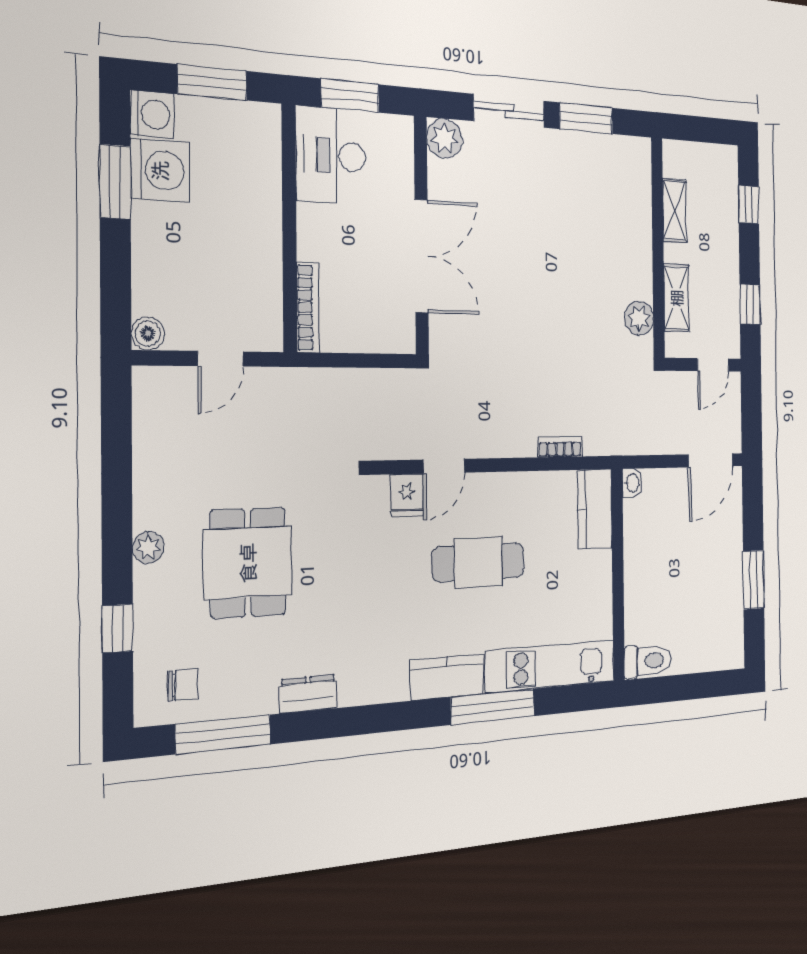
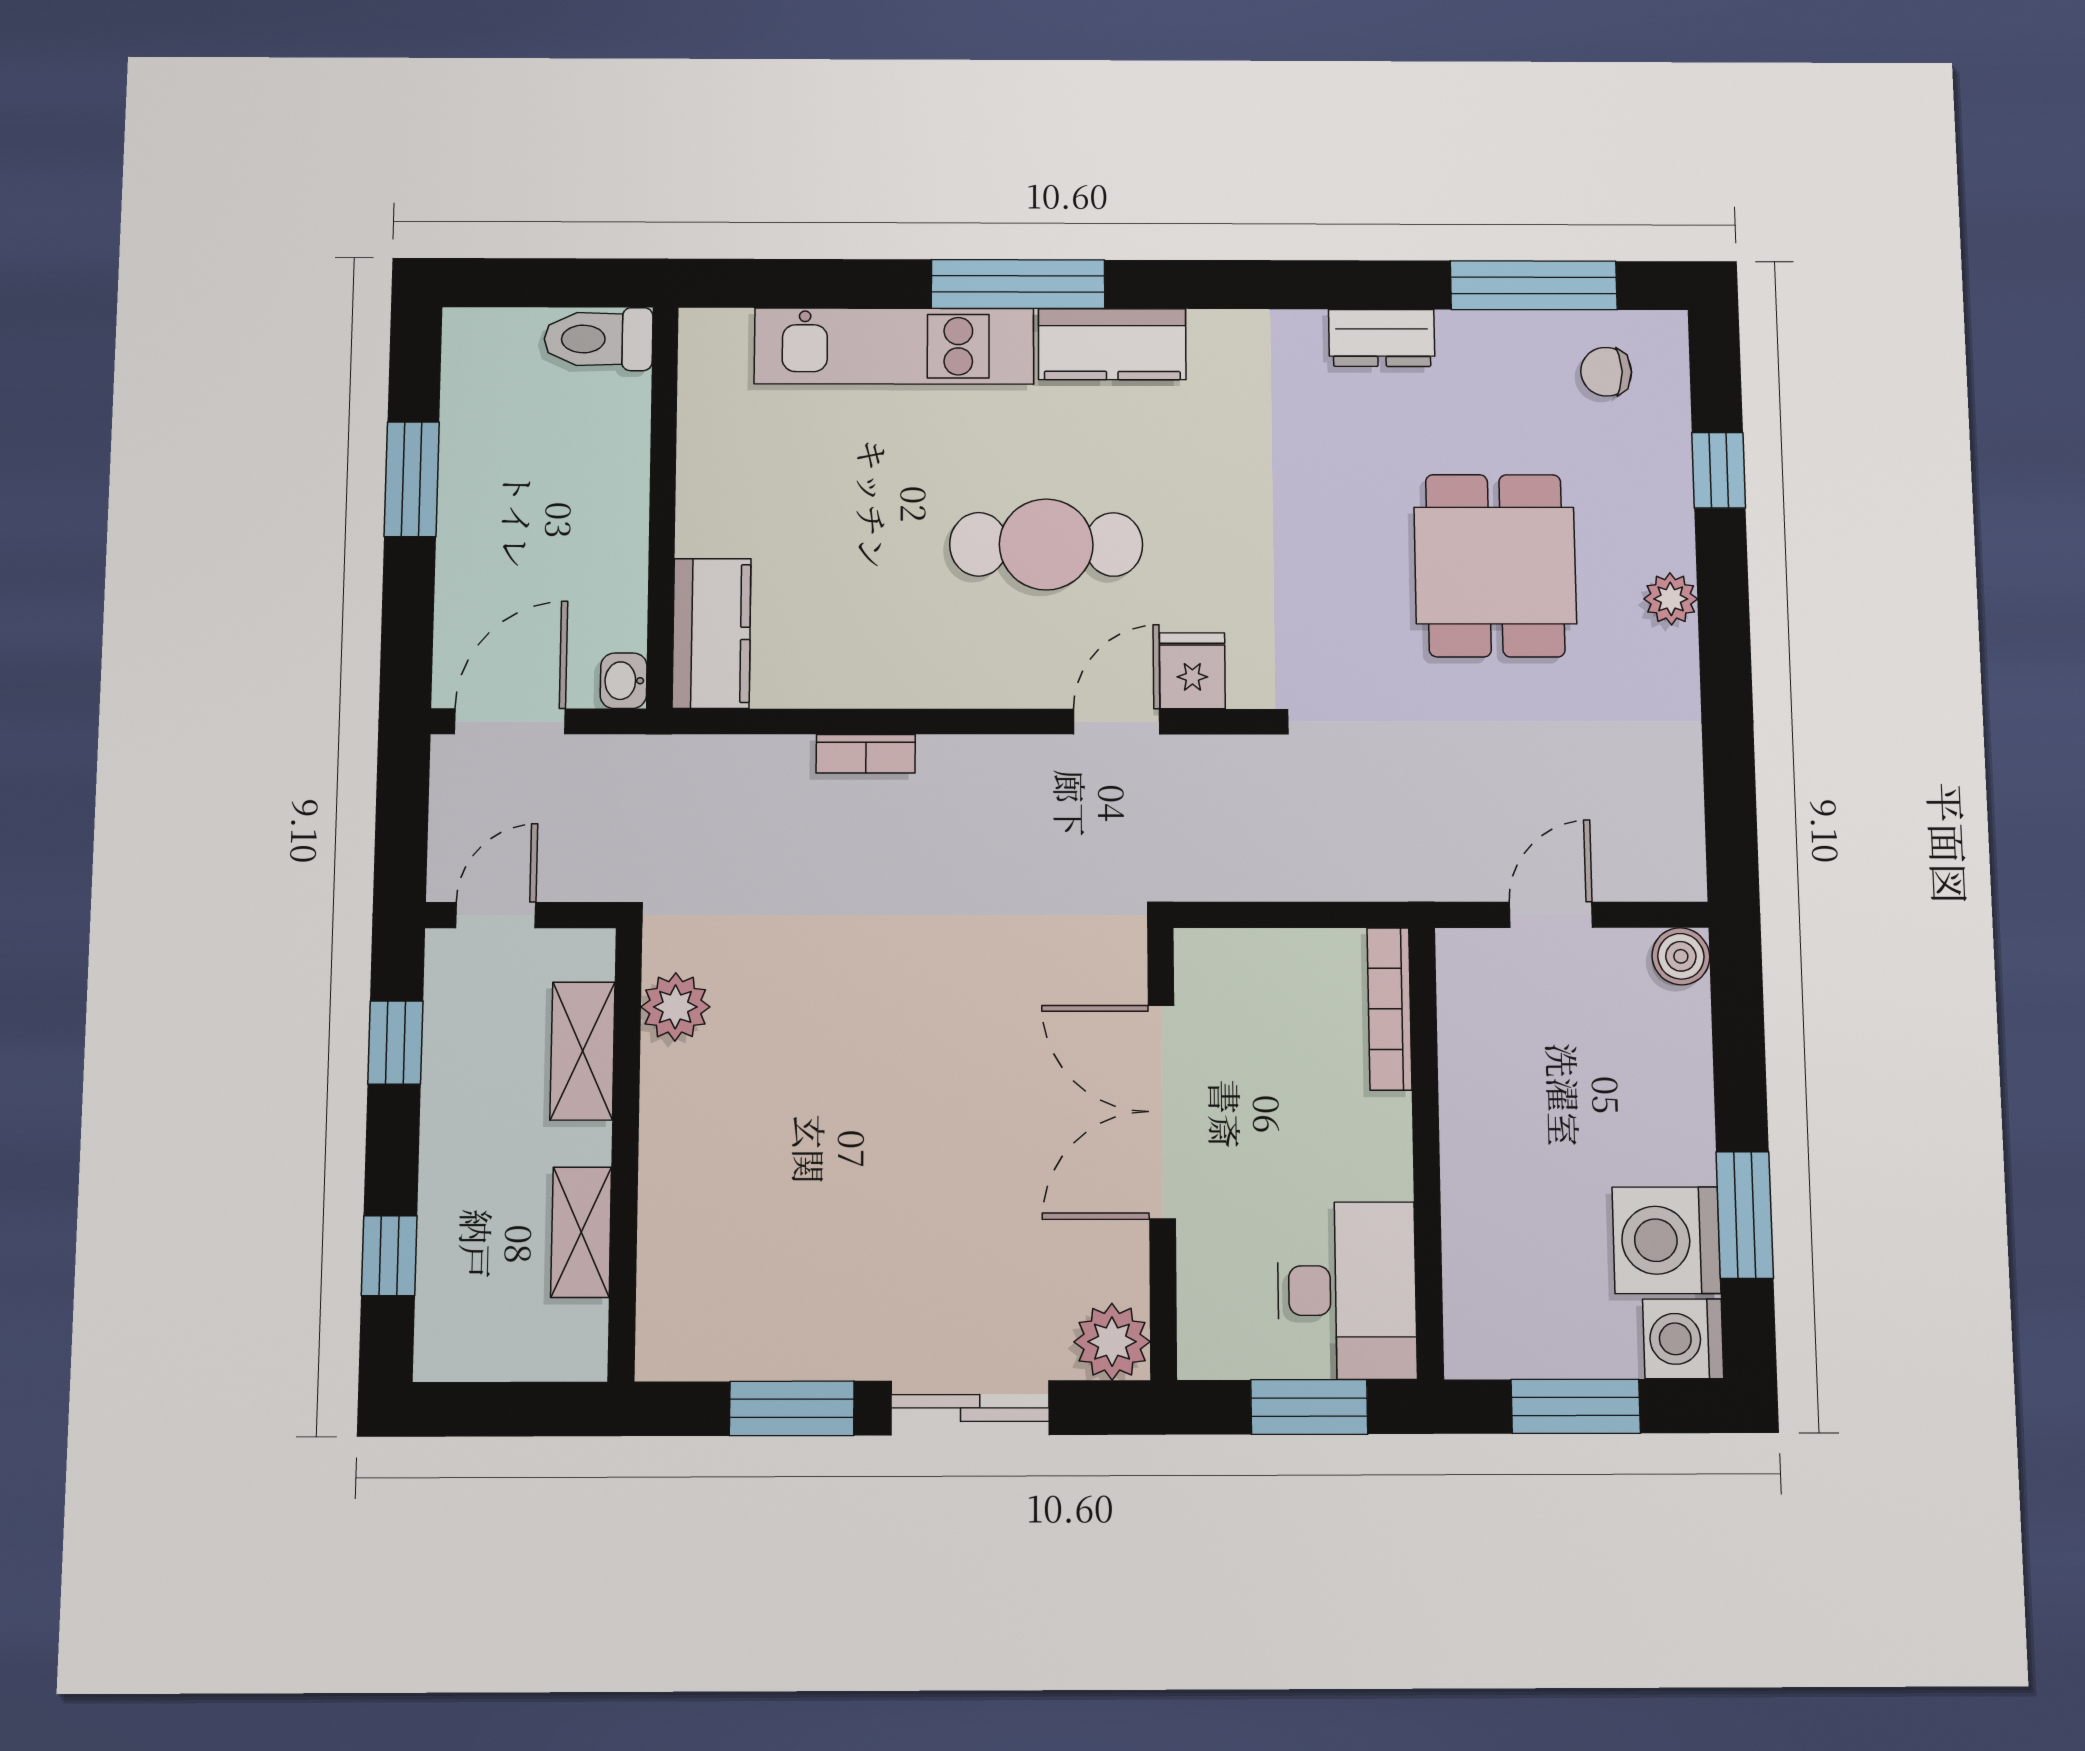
washbasin: (632, 483) -> (624, 681), moved
kitchen counter: (595, 509) -> (712, 633), moved
wall: (618, 575) -> (662, 506), moved
toilet: (648, 661) -> (598, 339), moved

